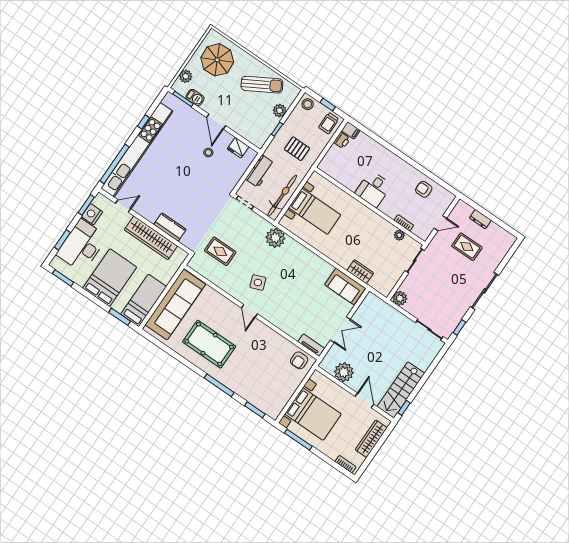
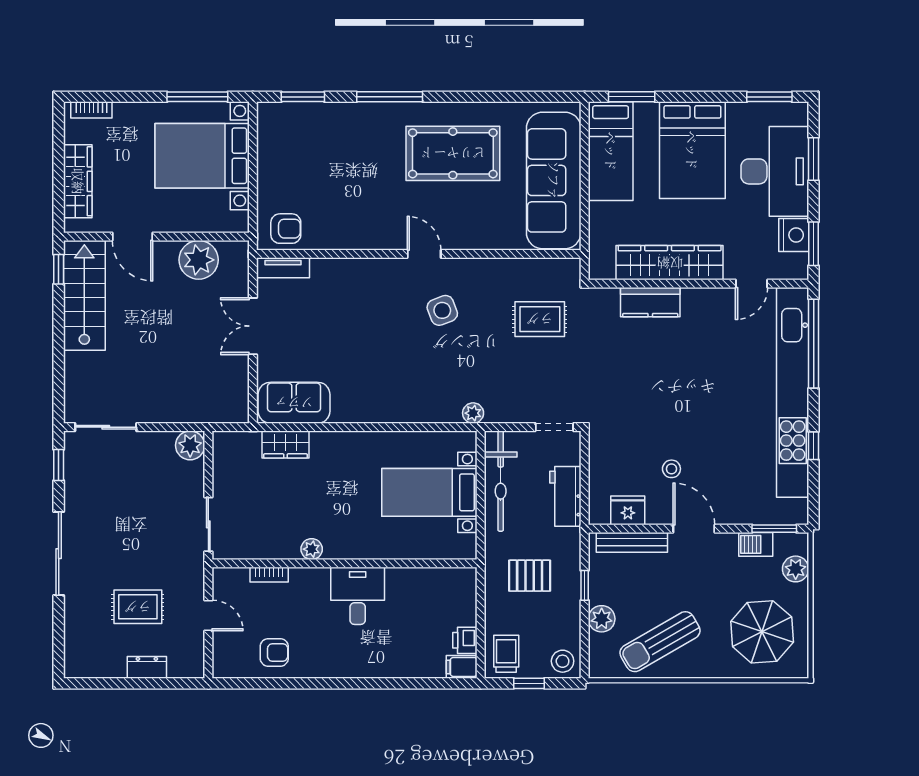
bench: (245, 133) -> (632, 542), added
door: (440, 223) -> (208, 616), swing flipped
plant: (399, 235) -> (312, 549), moved
plant: (275, 238) -> (473, 413), width x0.53, depth x0.53
armchair: (299, 360) -> (286, 229), turned 90

